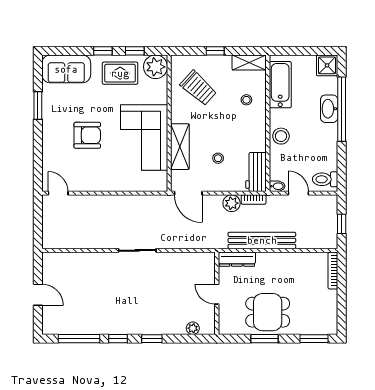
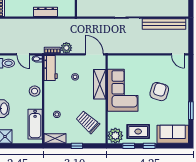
armchair: (87, 135) -> (159, 92), turned 106
bench: (262, 240) -> (164, 24), moved
dresser: (237, 259) -> (46, 12), moved

